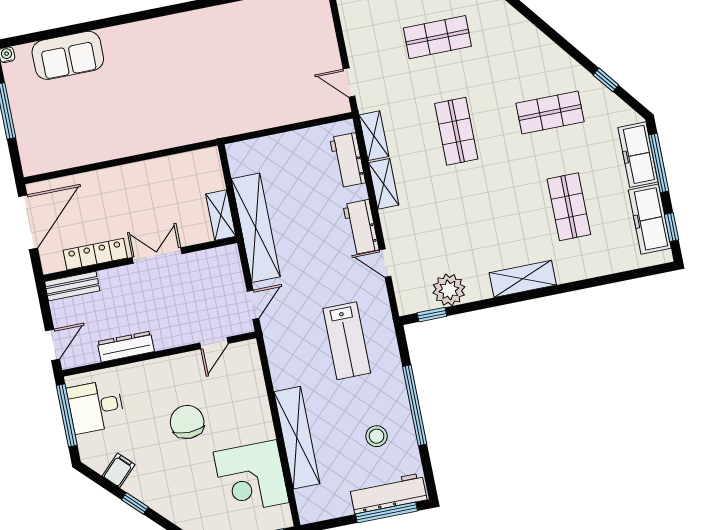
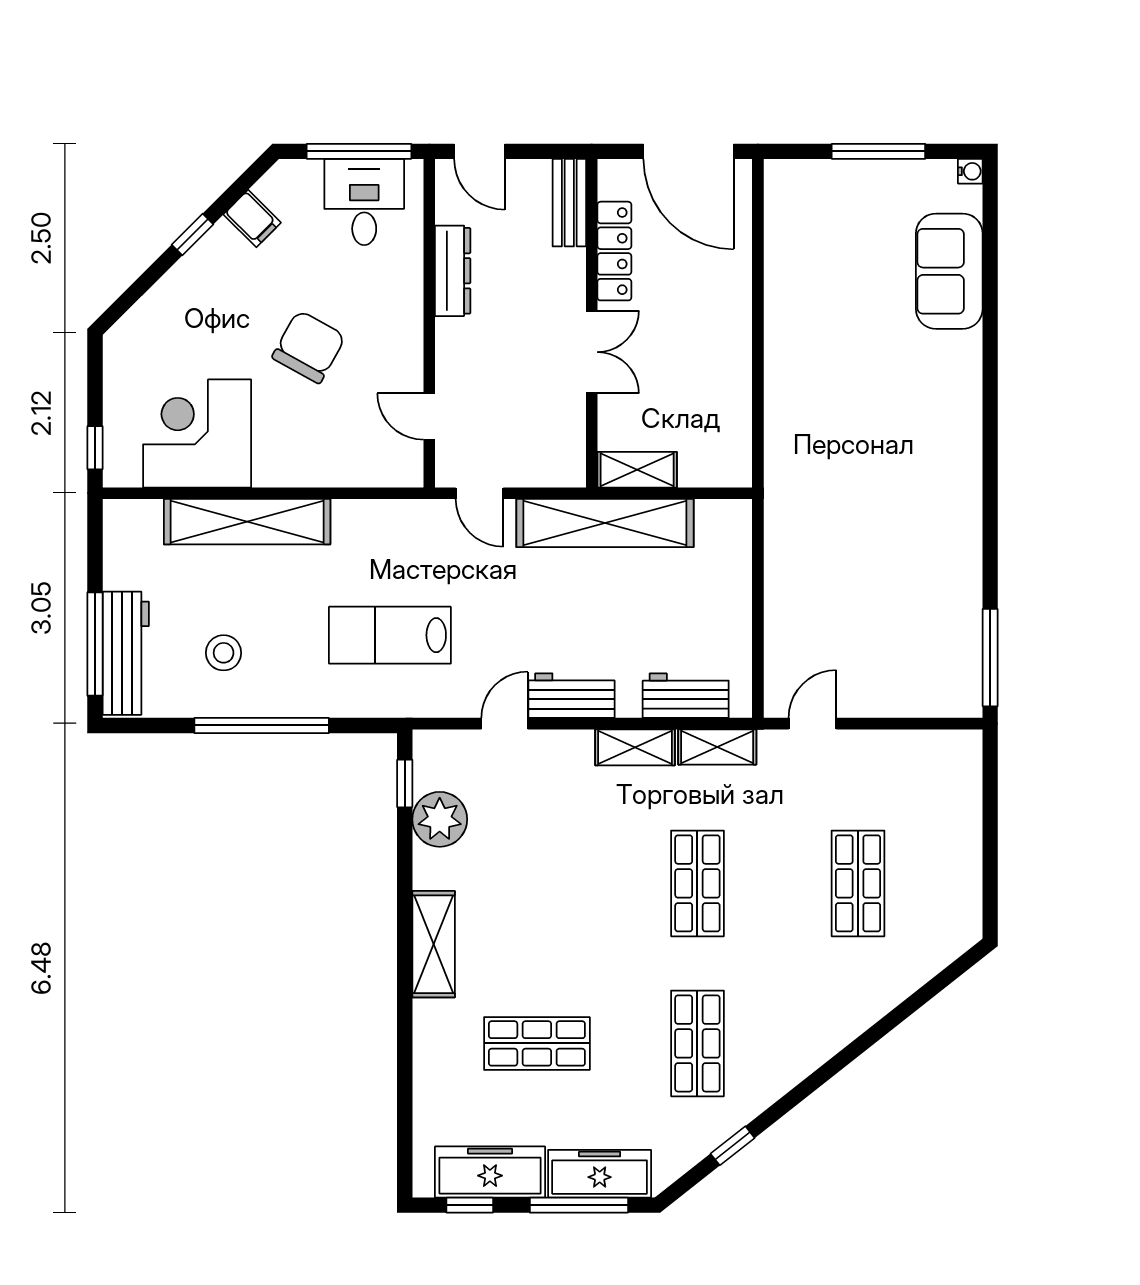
shop shelf: (456, 131) -> (697, 883), turned 90
chair: (187, 422) -> (309, 347), turned -61

